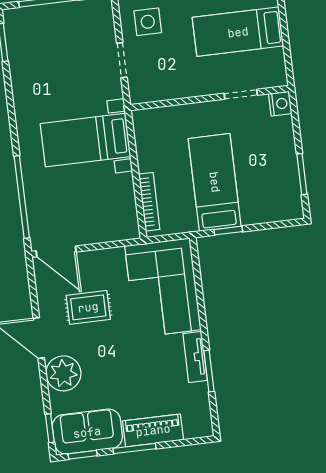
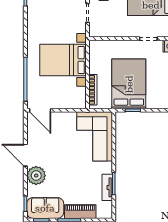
bed with nightstands: (86, 140) -> (63, 60), width x1.36
bed: (215, 182) -> (129, 84), width x1.50
rug: (88, 307) -> (54, 142), removed
tv unit: (195, 357) -> (107, 187), moved

